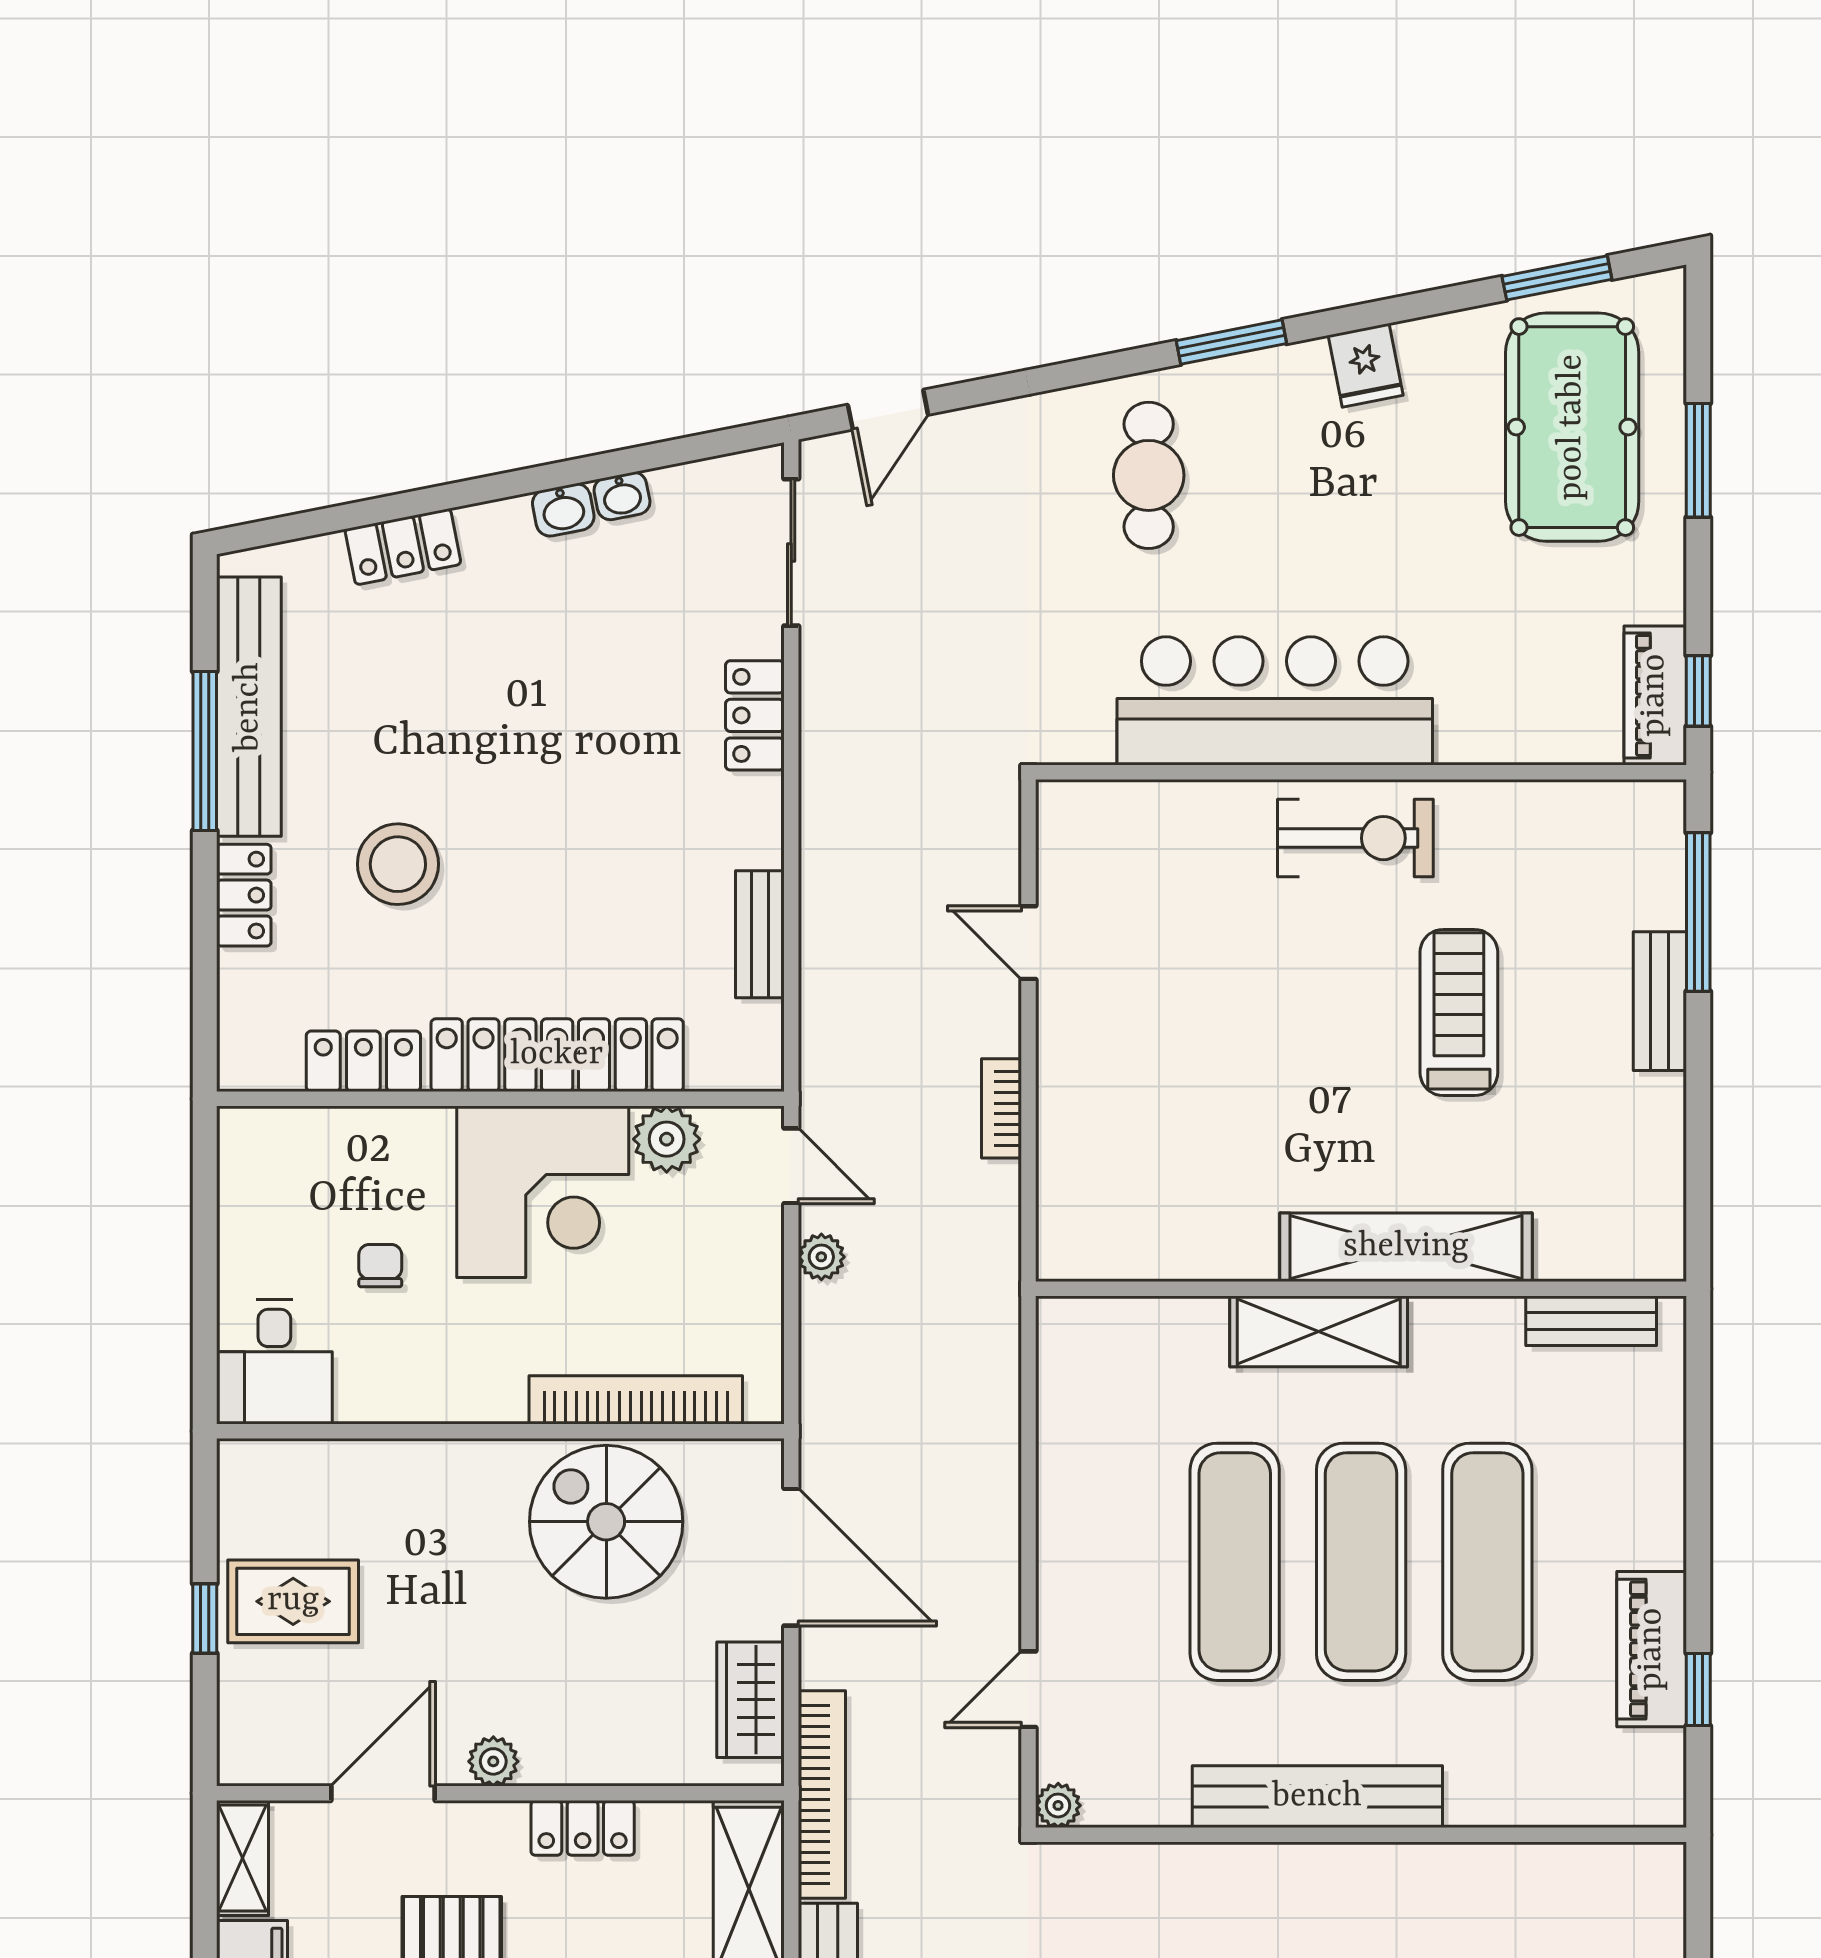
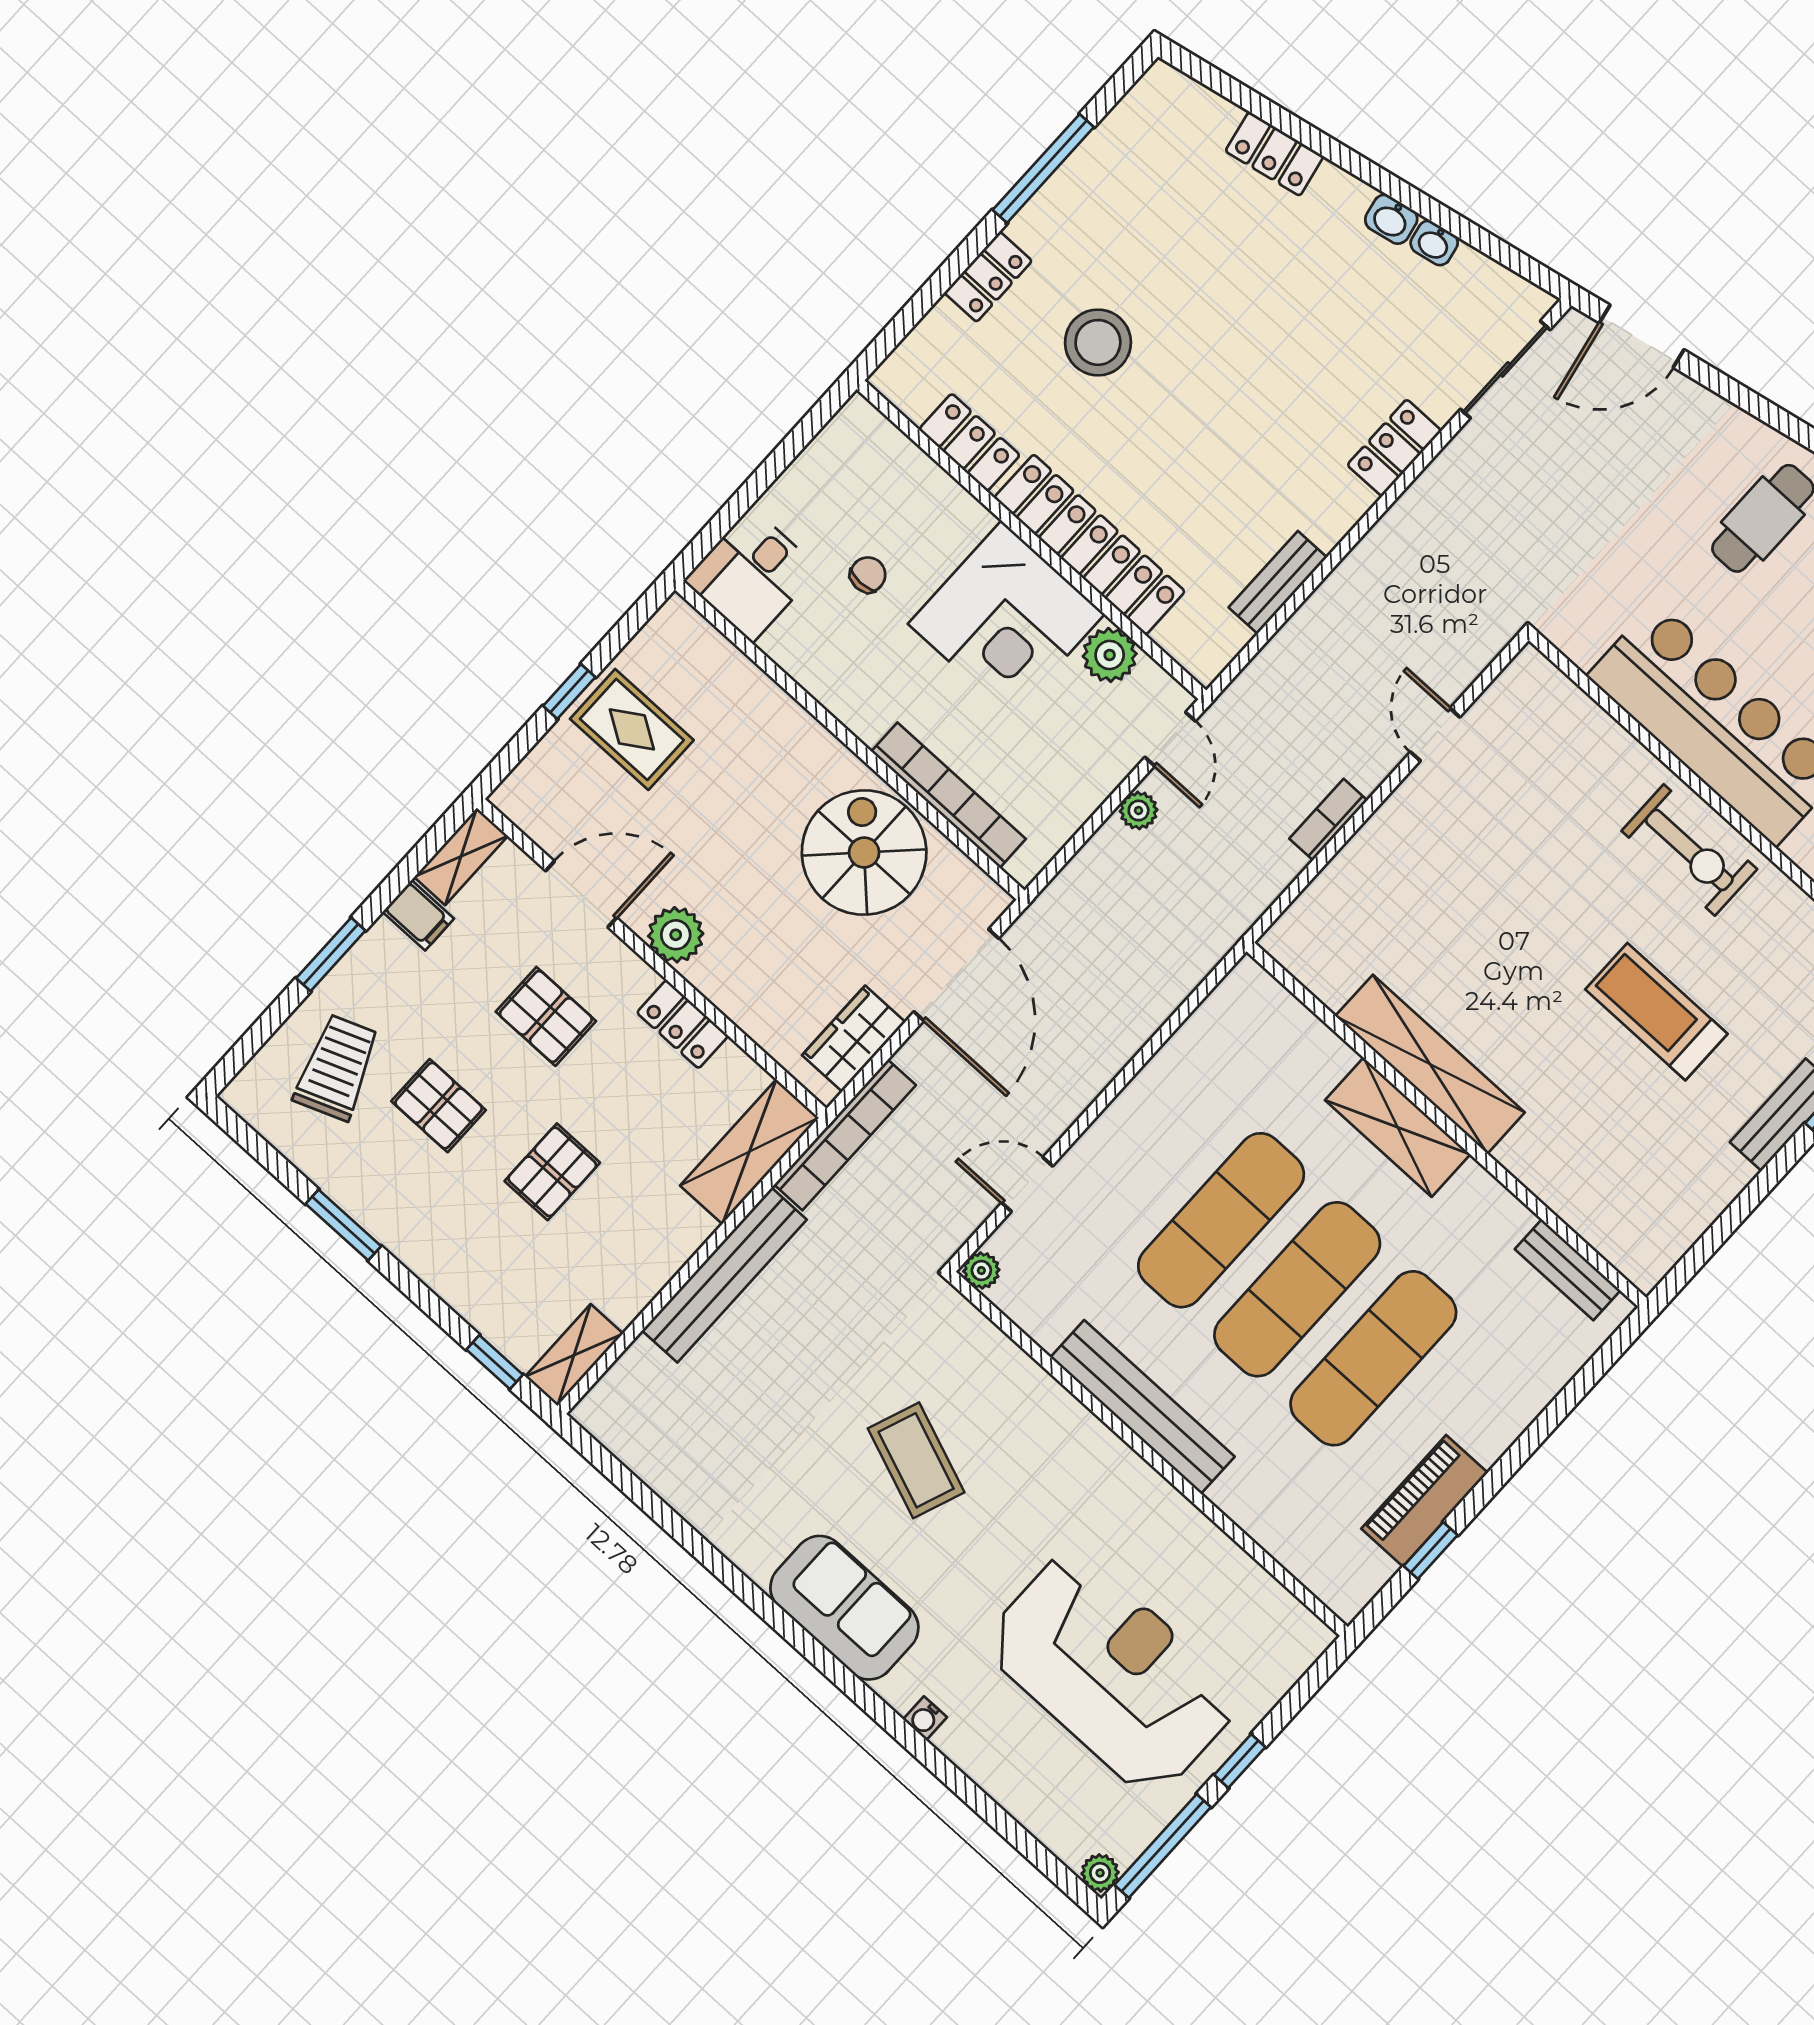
door: (888, 410) -> (1642, 336), width x1.38
bench: (249, 707) -> (1094, 166), removed
treadmill: (1459, 1012) -> (1656, 1012), turned -90
shelving: (1406, 1247) -> (1430, 1064), moved
plant: (493, 1761) -> (676, 935), width x1.38, depth x1.38

